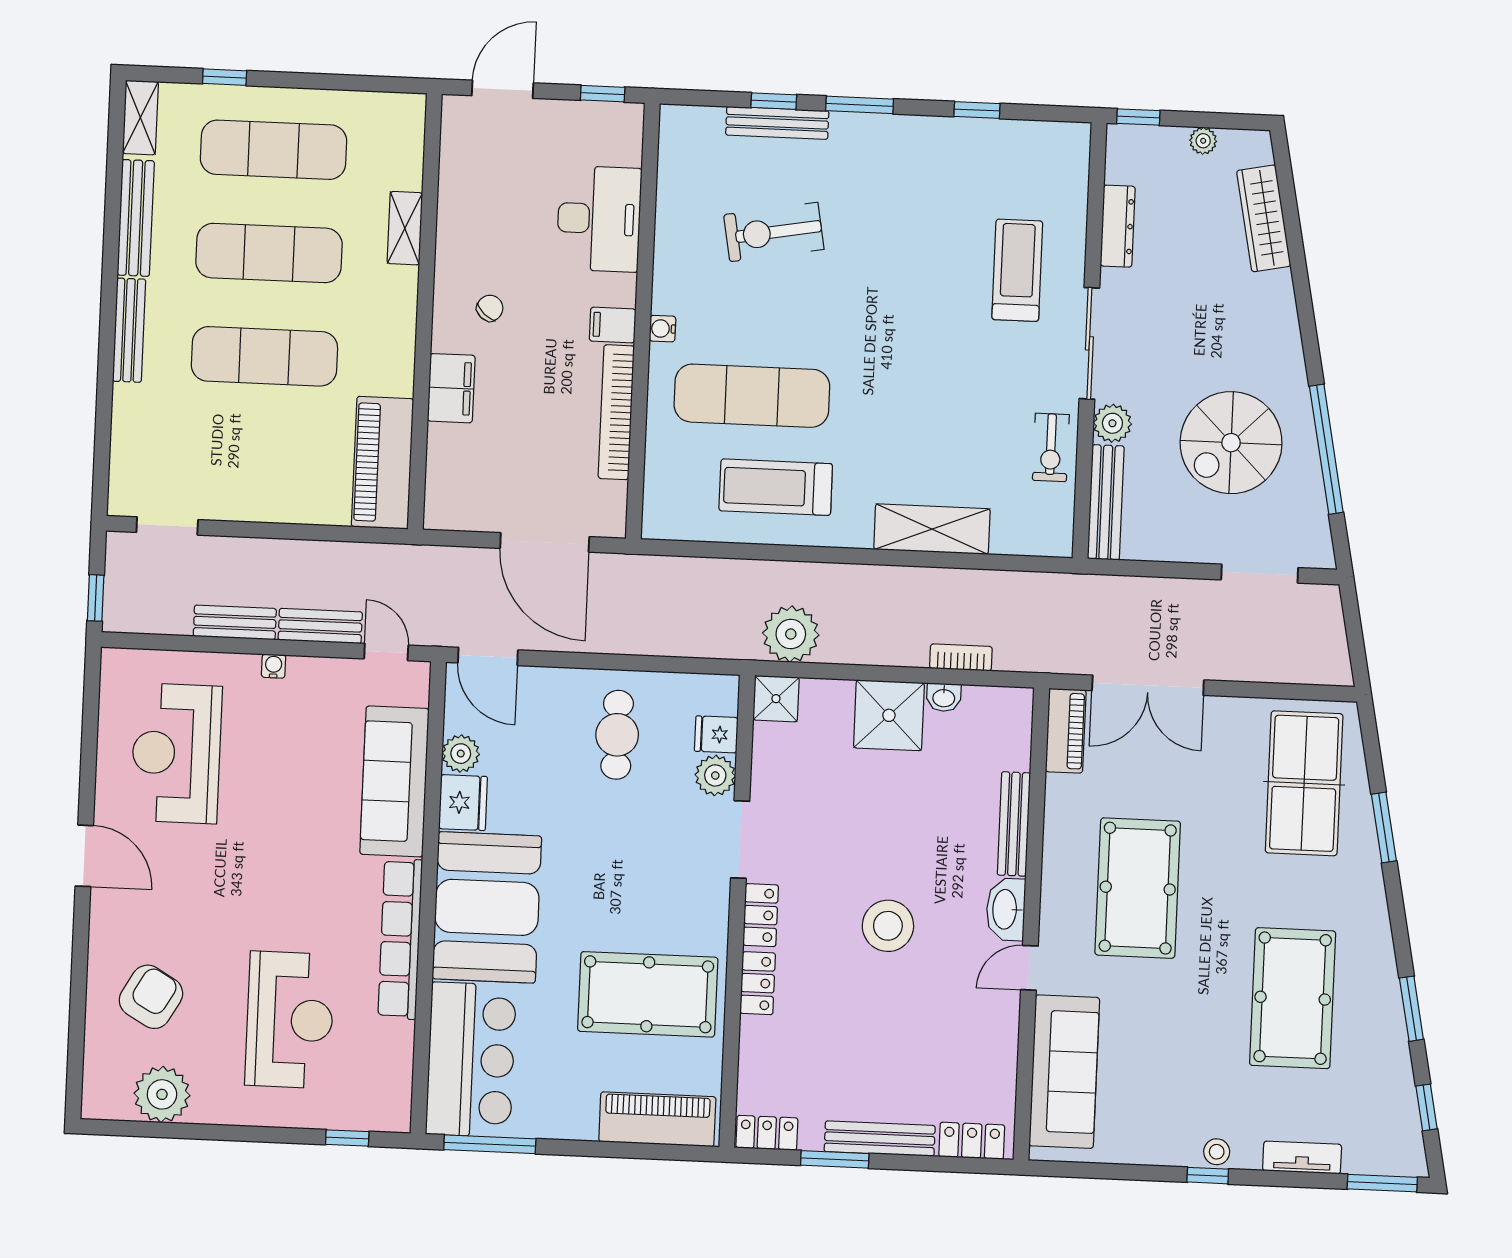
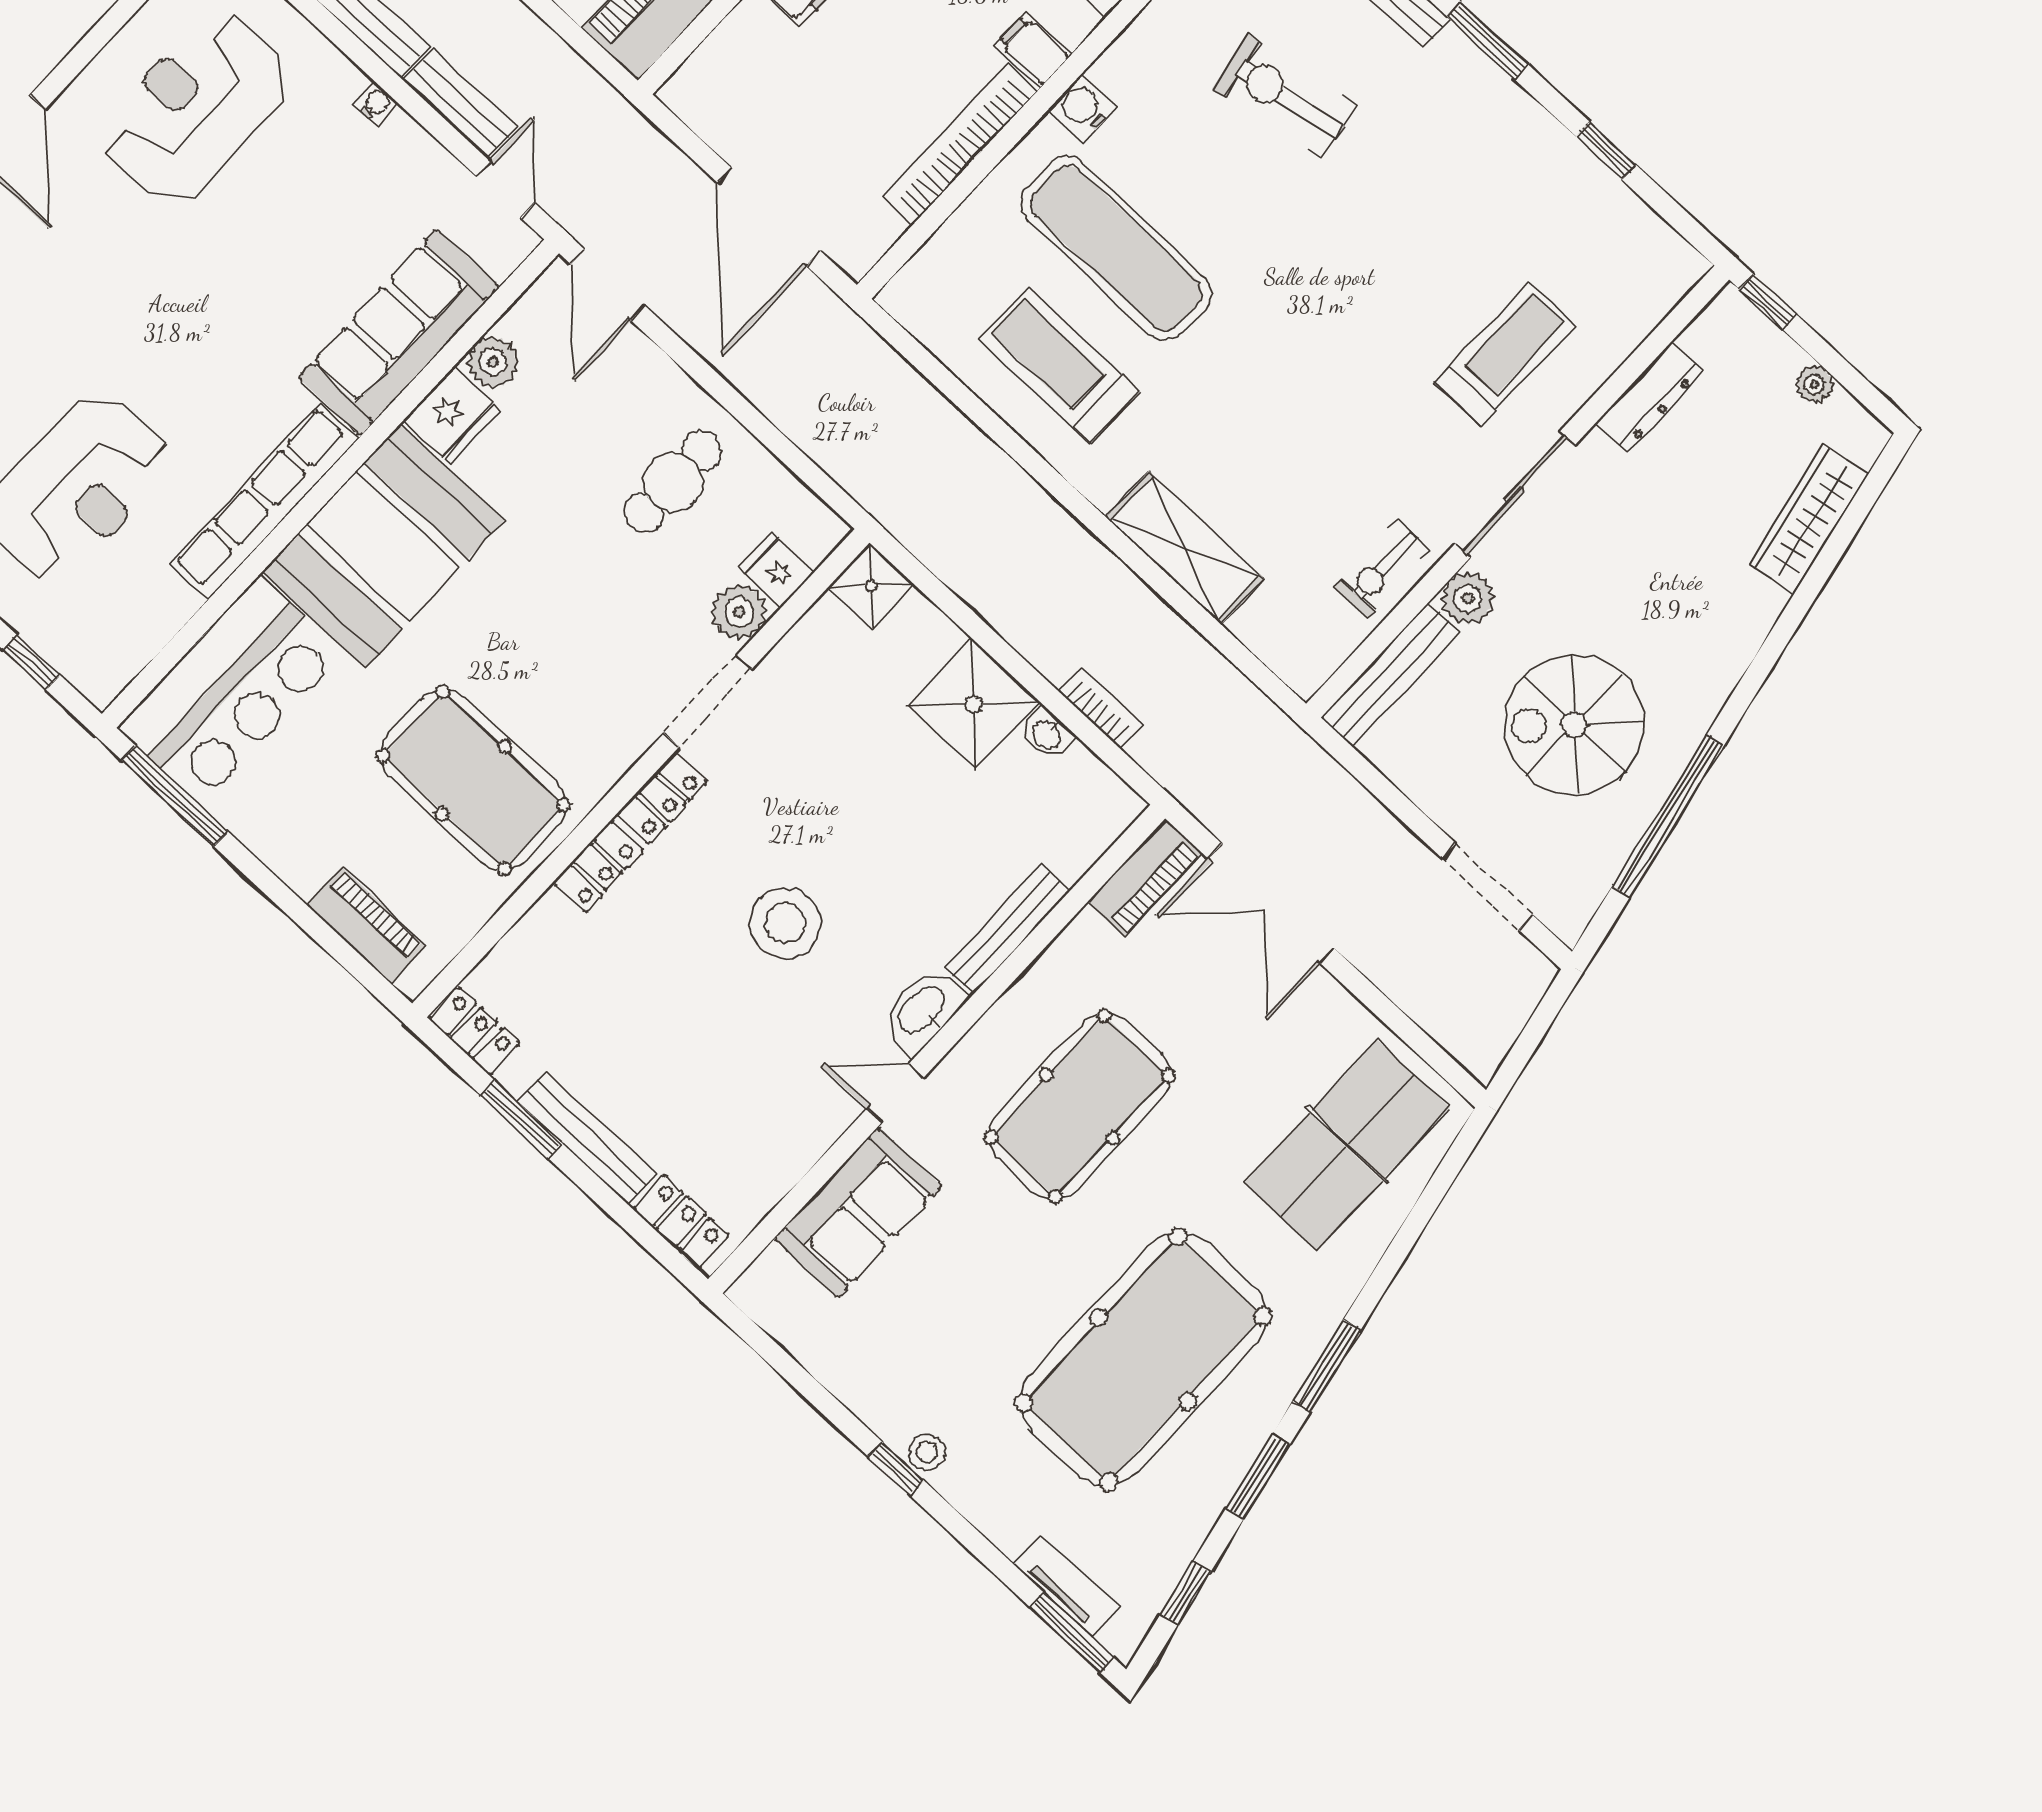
water cooler: (663, 329) -> (1083, 108), width x1.38, depth x1.38
plant: (791, 634) -> (944, 532), removed
window: (1384, 827) -> (1327, 1365), moved
pool table: (1293, 998) -> (1143, 1359), width x1.36, depth x1.32
sofa: (1064, 1072) -> (858, 1212), width x0.73
piano: (657, 1119) -> (366, 925), width x0.73, depth x0.75
tv unit: (1302, 1158) -> (1067, 1586), moved

